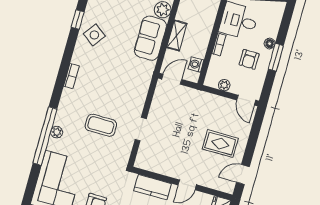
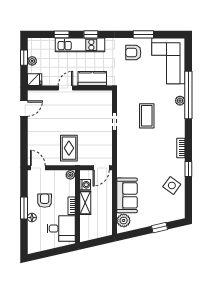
window: (78, 19) -> (188, 169), moved
shelving: (177, 35) -> (85, 203), moved
plant: (224, 85) -> (70, 175), moved
coffee table: (101, 125) -> (147, 116), turned 90
rug: (220, 144) -> (69, 148), moved, turned 90

